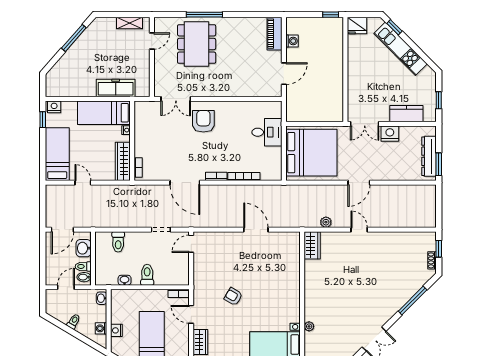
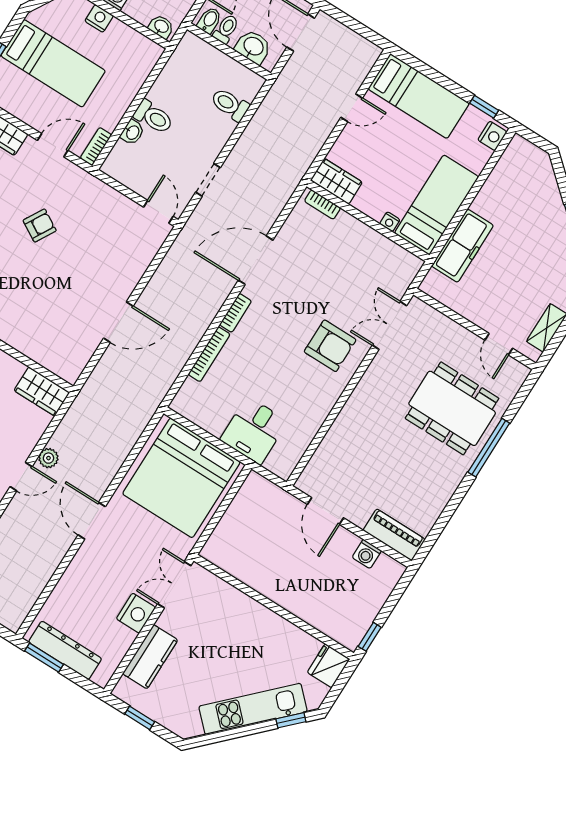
wardrobe: (123, 161) -> (336, 181), width x0.67
plant: (326, 222) -> (48, 458), moved
washbasin: (125, 280) -> (132, 132), moved

